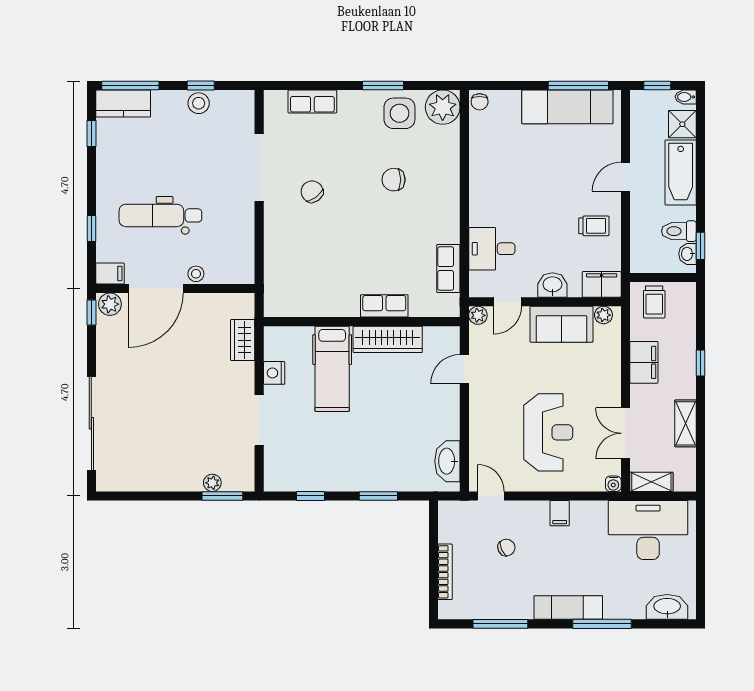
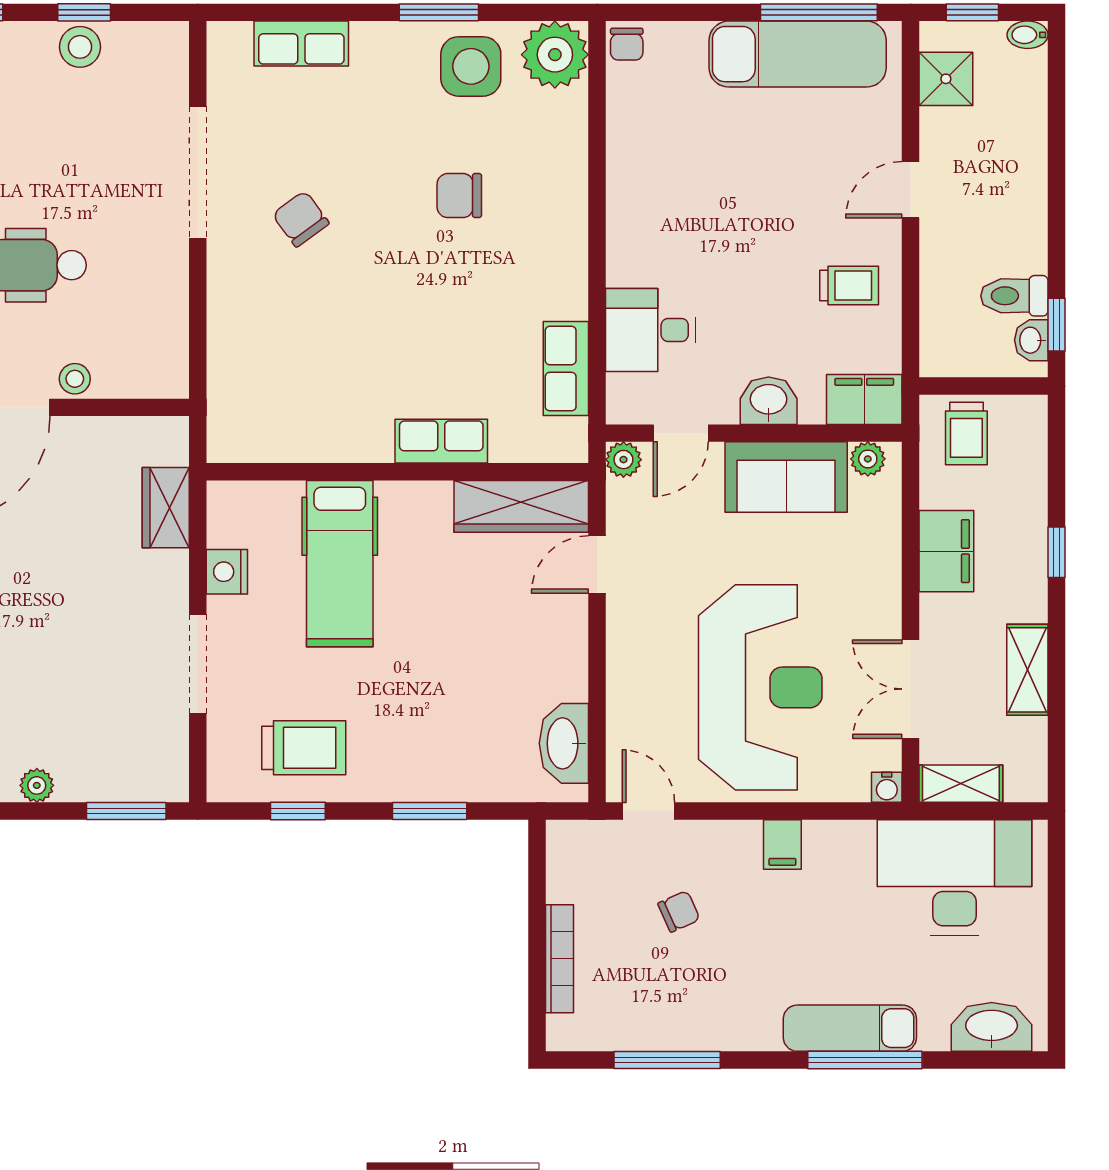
shower: (682, 124) -> (946, 79), moved
bathtub: (681, 172) -> (1018, 182), removed
wardrobe: (388, 339) -> (521, 506), moved
reception desk: (548, 432) -> (760, 687), width x1.36, depth x1.30
trolley: (314, 463) -> (304, 748), added
plant: (212, 483) -> (37, 785), moved
exam couch: (568, 608) -> (850, 1028), moved

